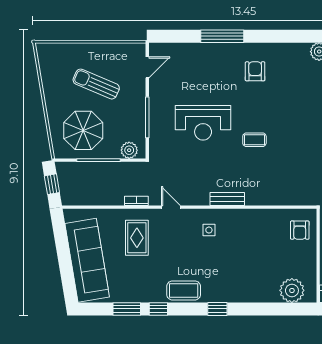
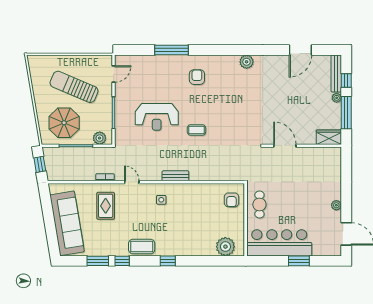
sun lounger: (96, 84) -> (74, 87), width x1.36, depth x1.34

